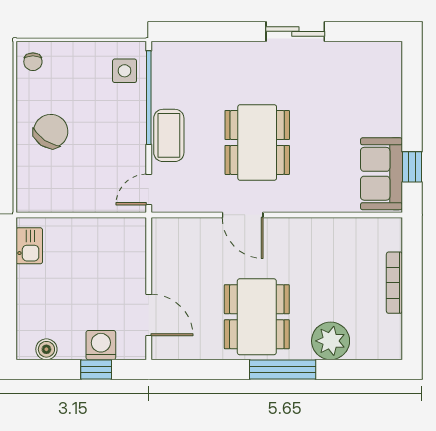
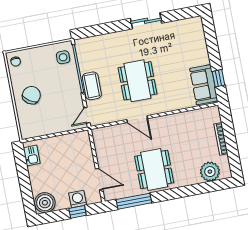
plant: (331, 341) -> (210, 172), moved
boiler: (46, 349) -> (45, 203), width x1.86, depth x1.86
window: (283, 369) -> (134, 201), moved

